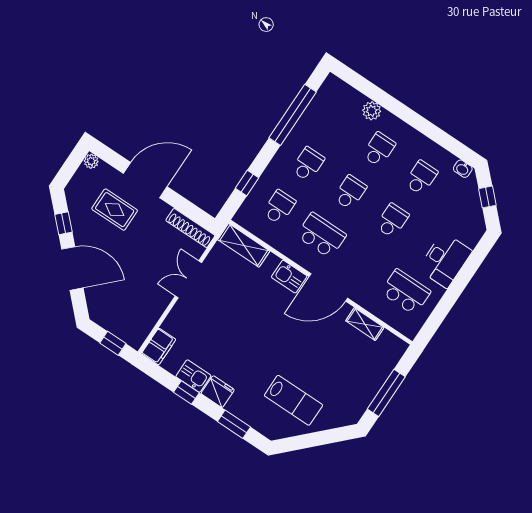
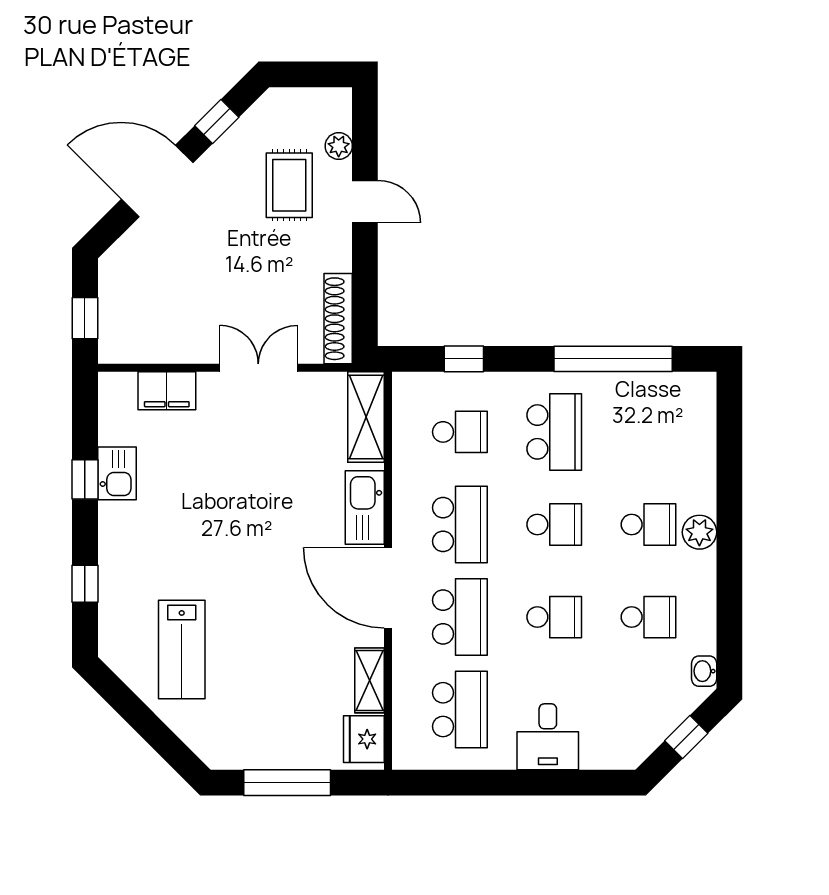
plant: (372, 111) -> (699, 532), moved
plant: (91, 161) -> (339, 146), moved
school desk: (308, 164) -> (554, 432), width x1.85
door: (145, 180) -> (365, 202), width x0.53
desk: (445, 260) -> (548, 737), width x0.73
school desk: (364, 264) -> (460, 617), added
door: (72, 268) -> (157, 181), swing flipped
kitchen sink: (289, 277) -> (365, 508), width x1.38
filing cabinet: (159, 347) -> (167, 391), moved
fridge: (218, 392) -> (364, 739), moved, turned 180
window: (234, 424) -> (85, 584), width x0.67

